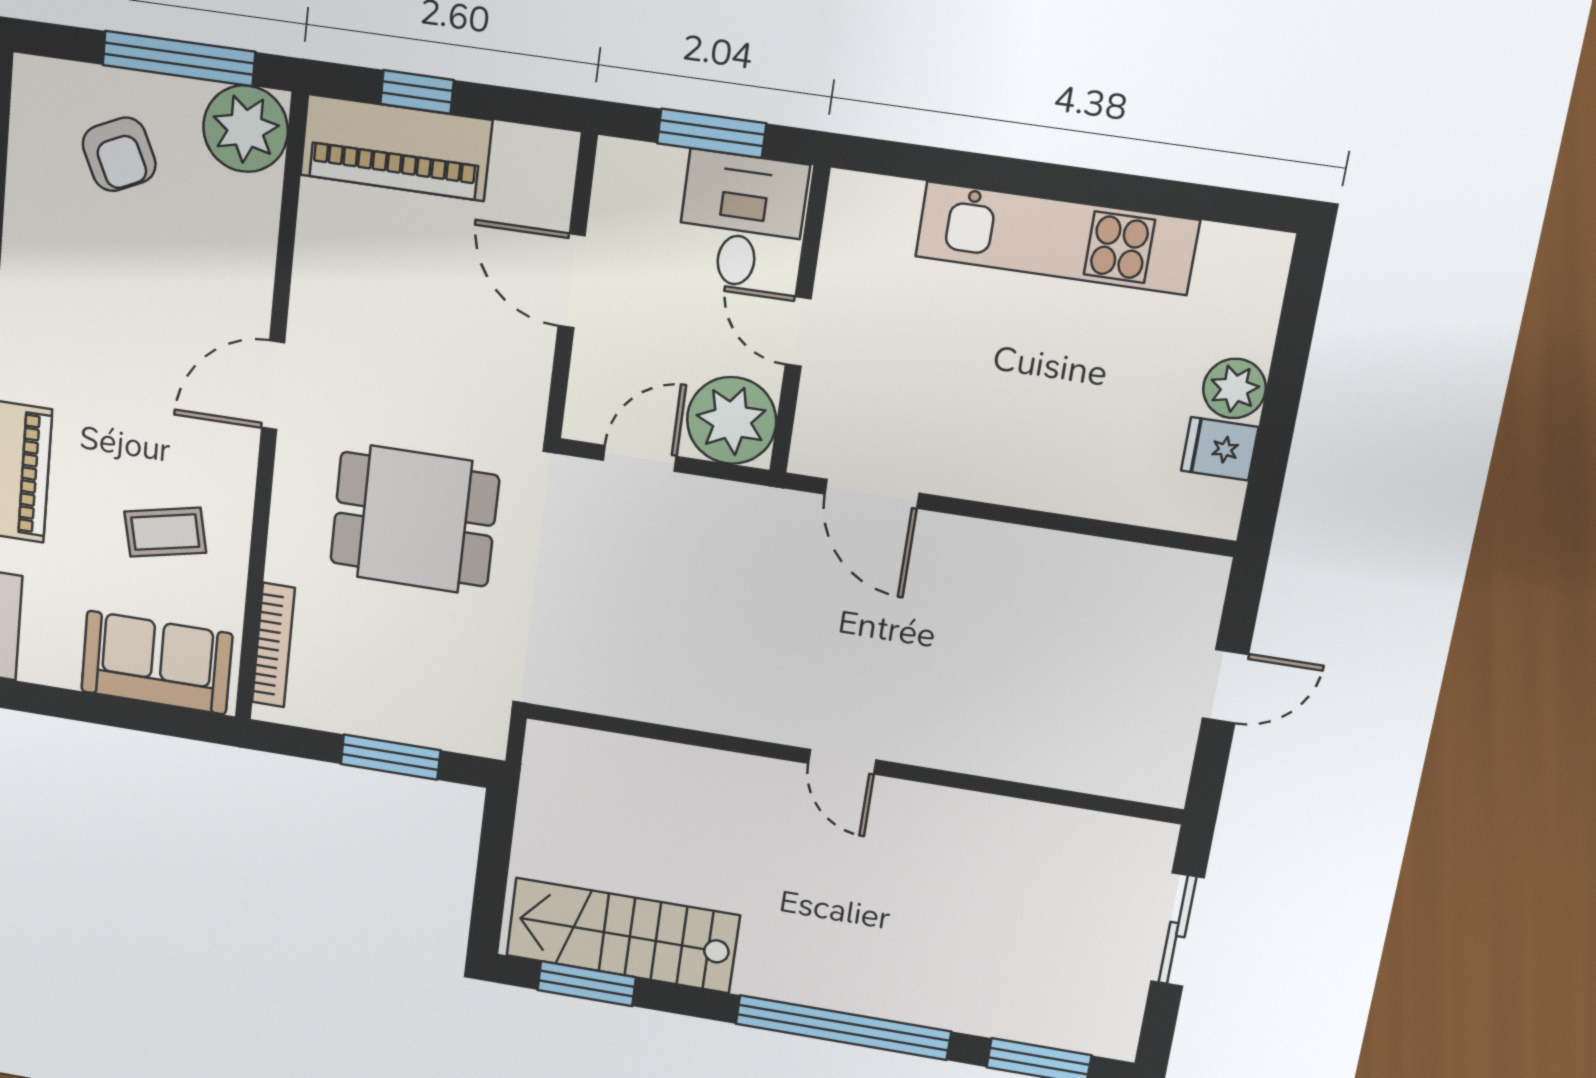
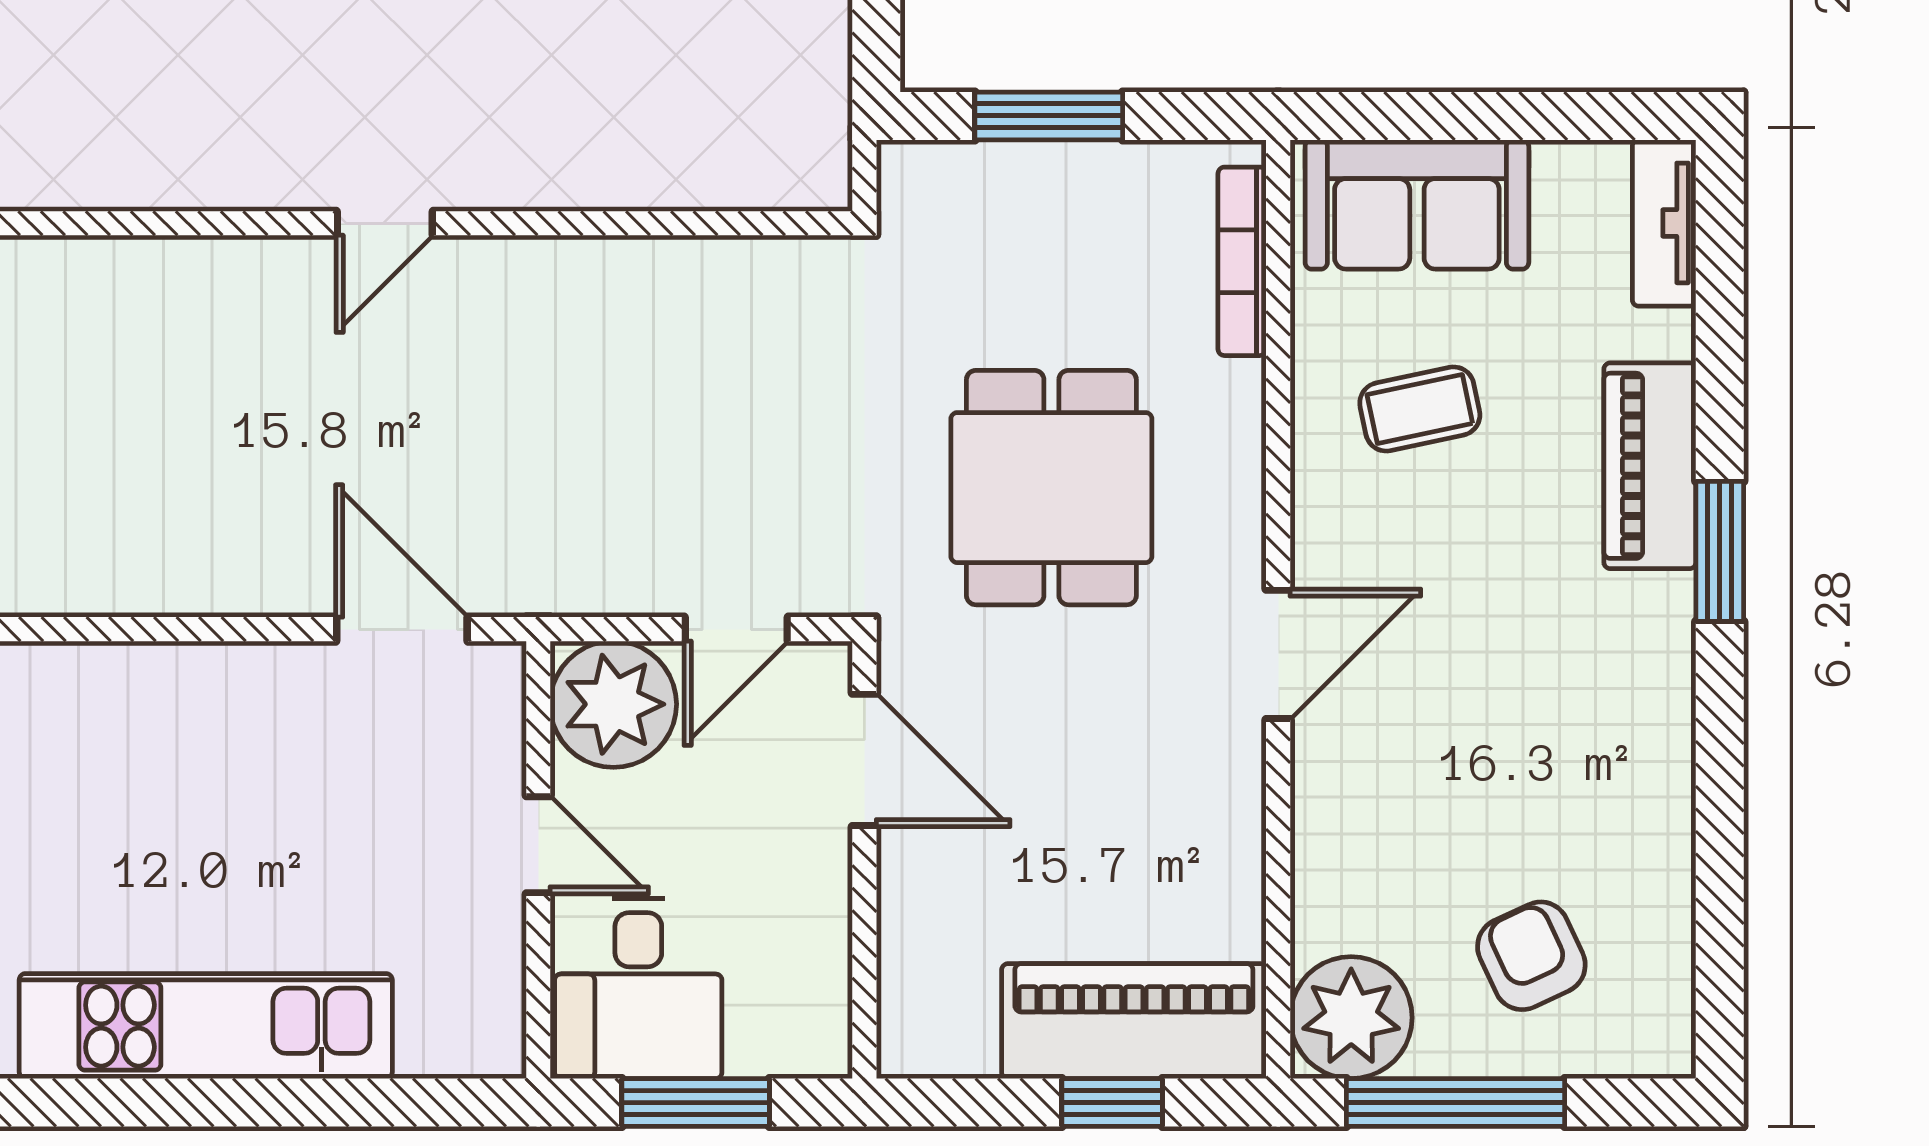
door: (572, 281) -> (864, 760), moved
dining table: (414, 519) -> (1051, 488), turned 90
door: (842, 762) -> (385, 223), swing flipped

